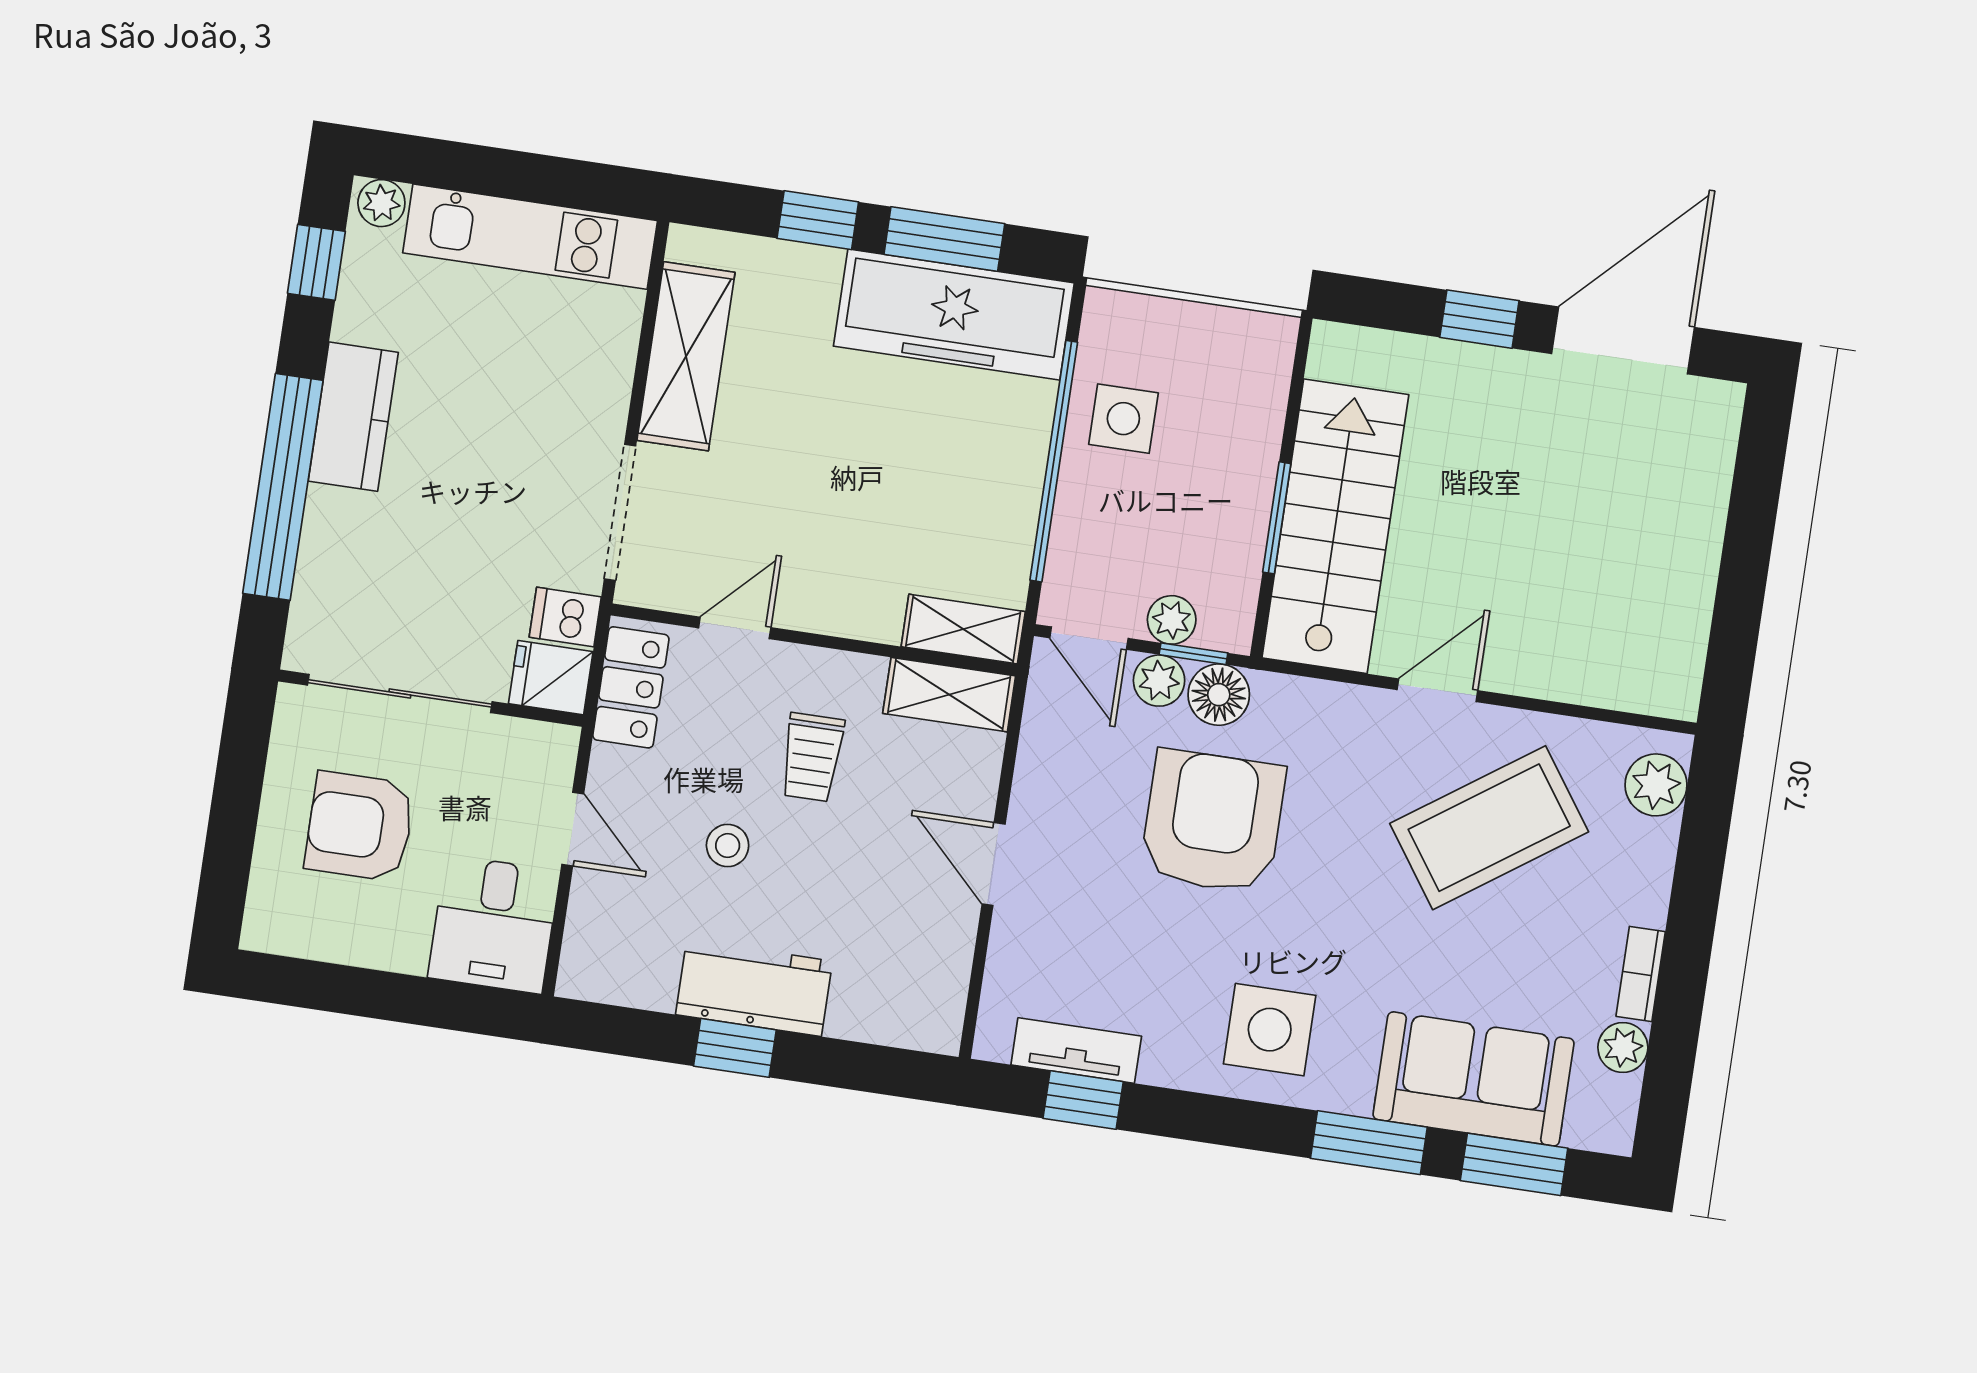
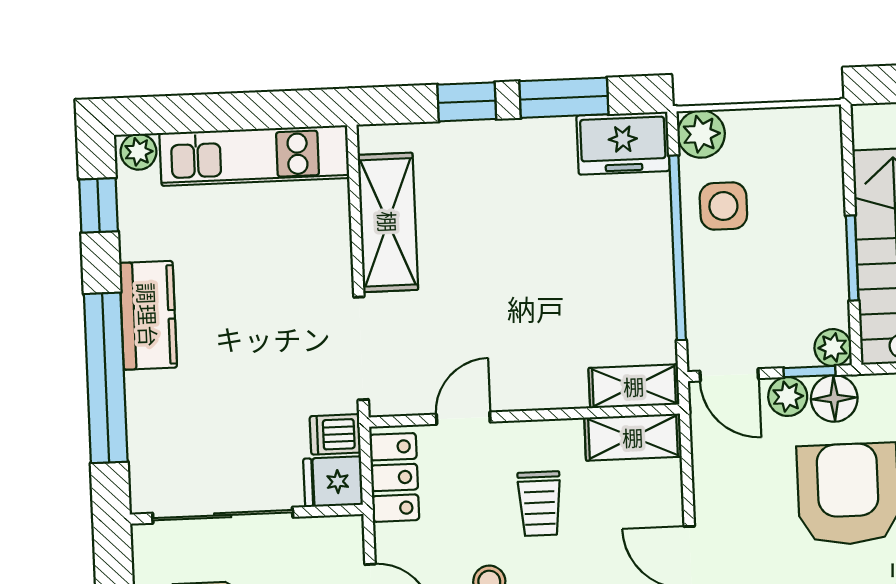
freezer: (954, 315) -> (623, 143), width x0.52, depth x0.79
plant: (1113, 320) -> (701, 134), added
plant: (1172, 620) -> (833, 348), moved

